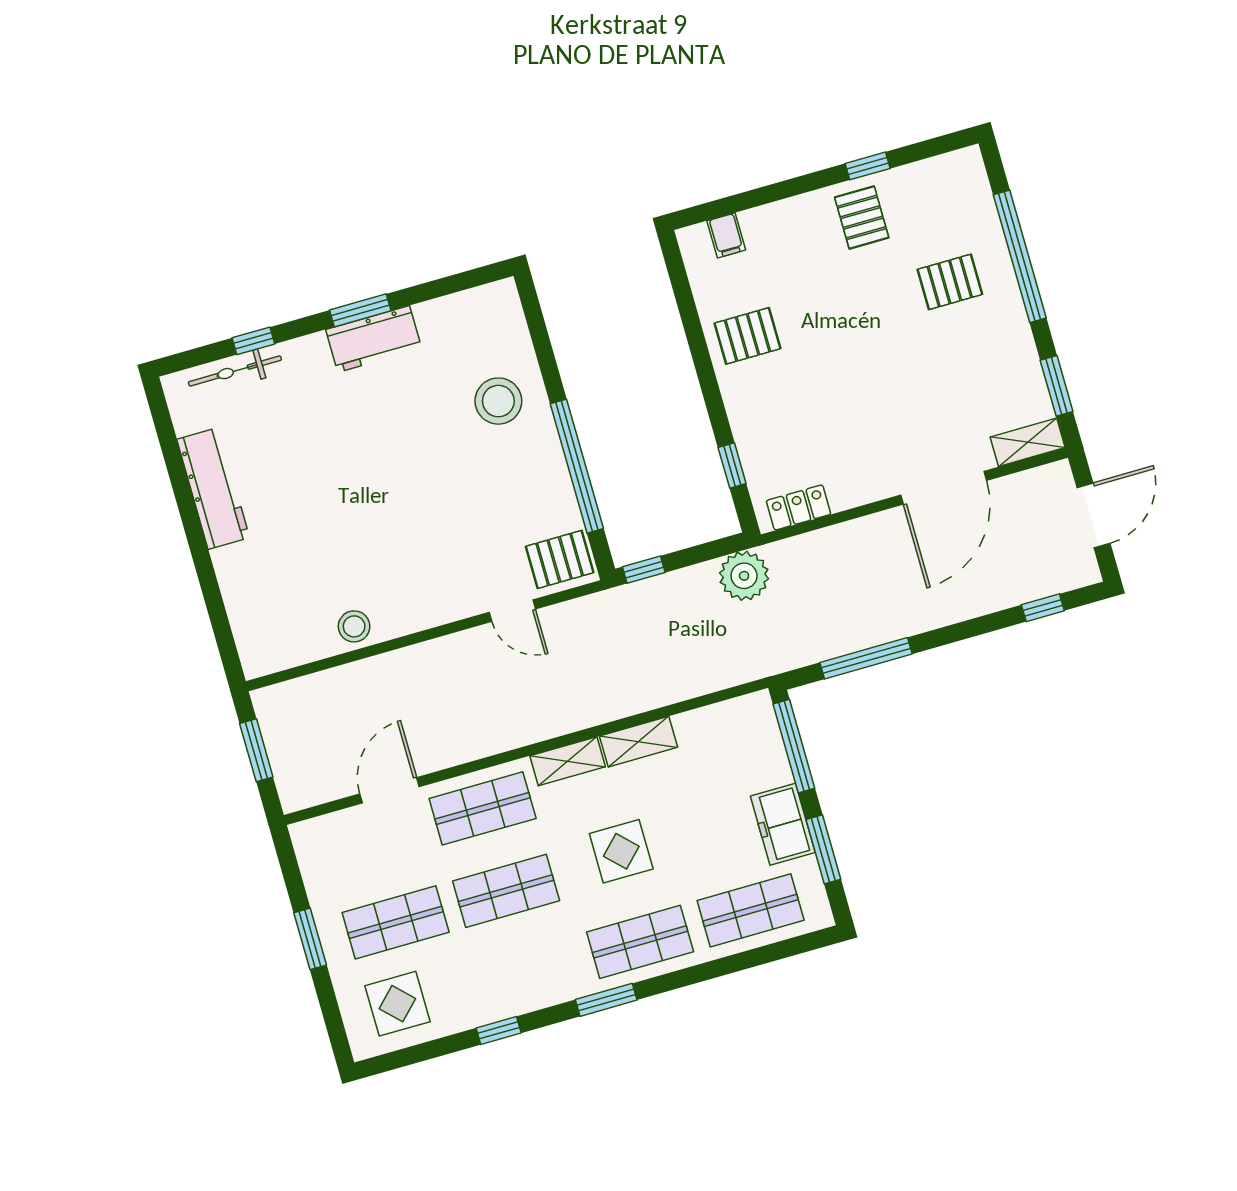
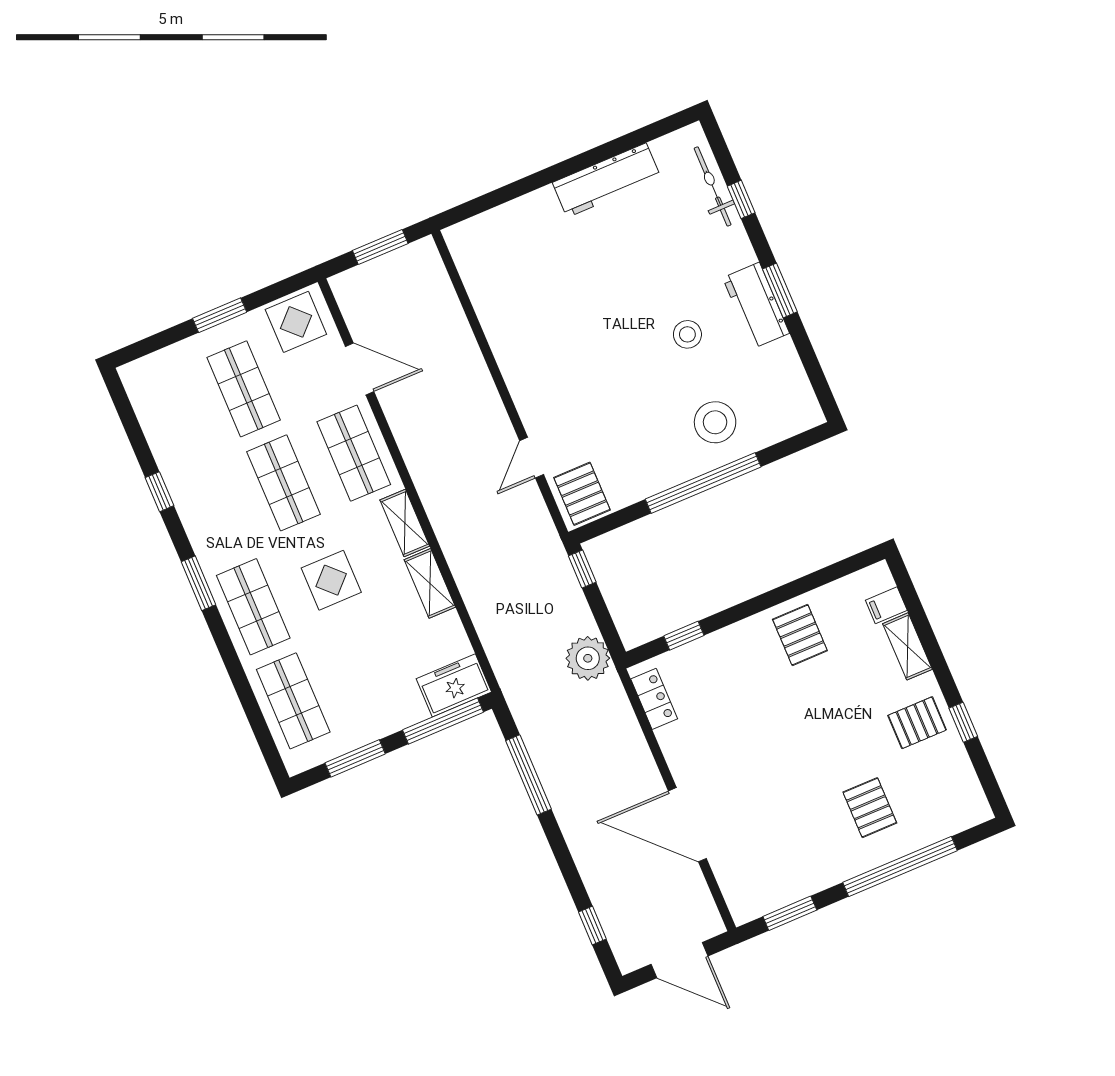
shelving: (1028, 442) -> (907, 646), moved
window: (577, 466) -> (703, 483), moved
stool: (354, 626) -> (687, 334), moved
freezer: (783, 824) -> (454, 685), moved
display table: (397, 1004) -> (296, 322), moved

